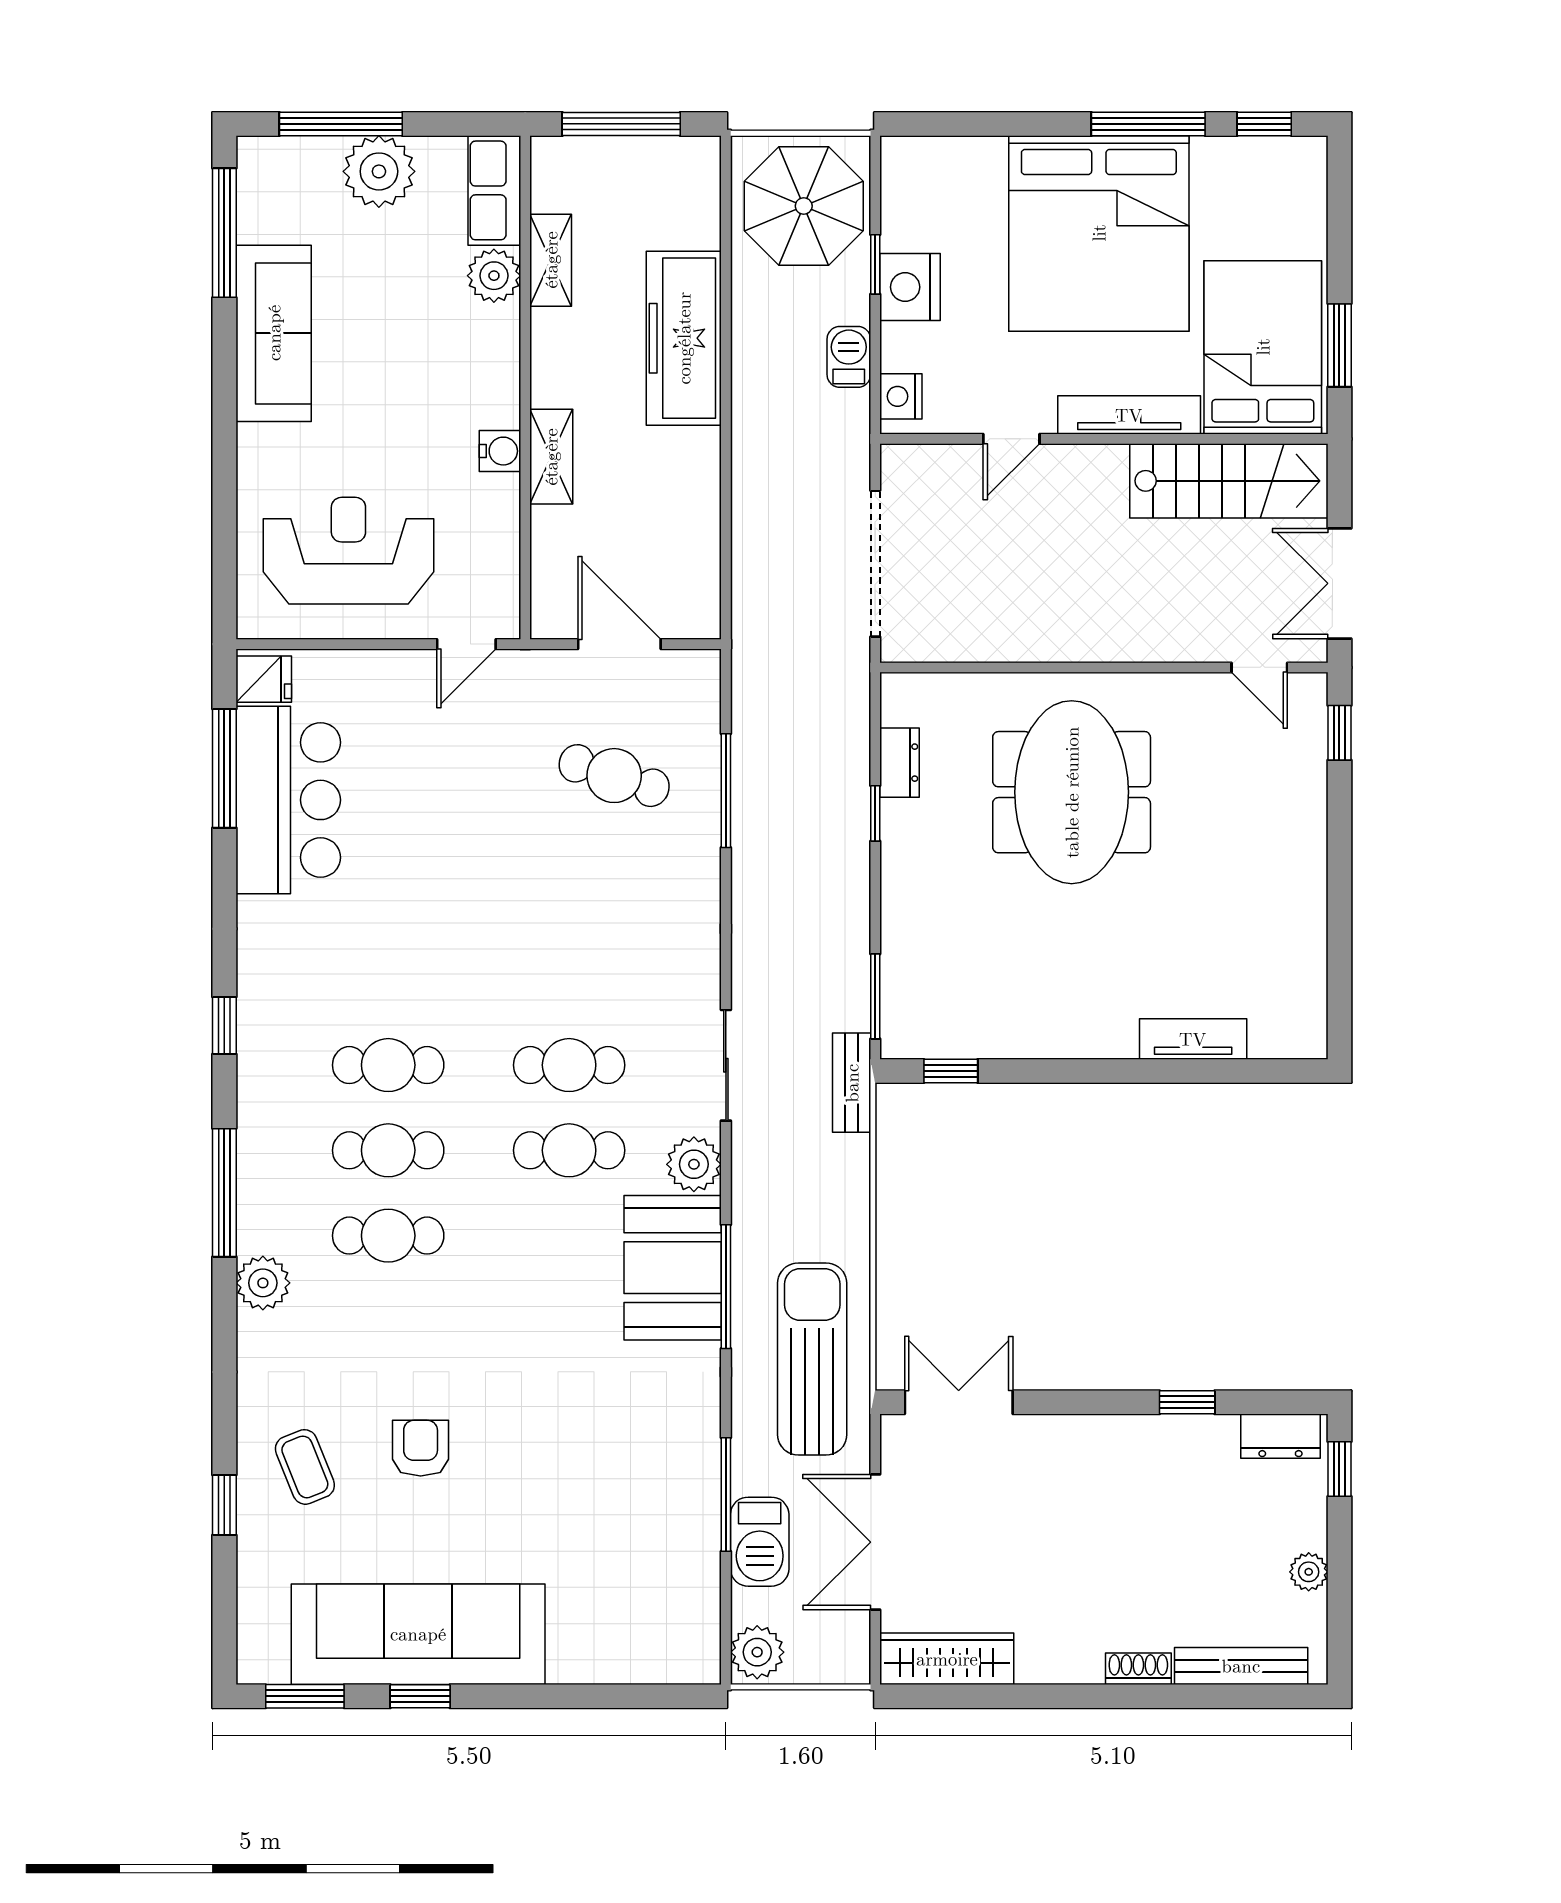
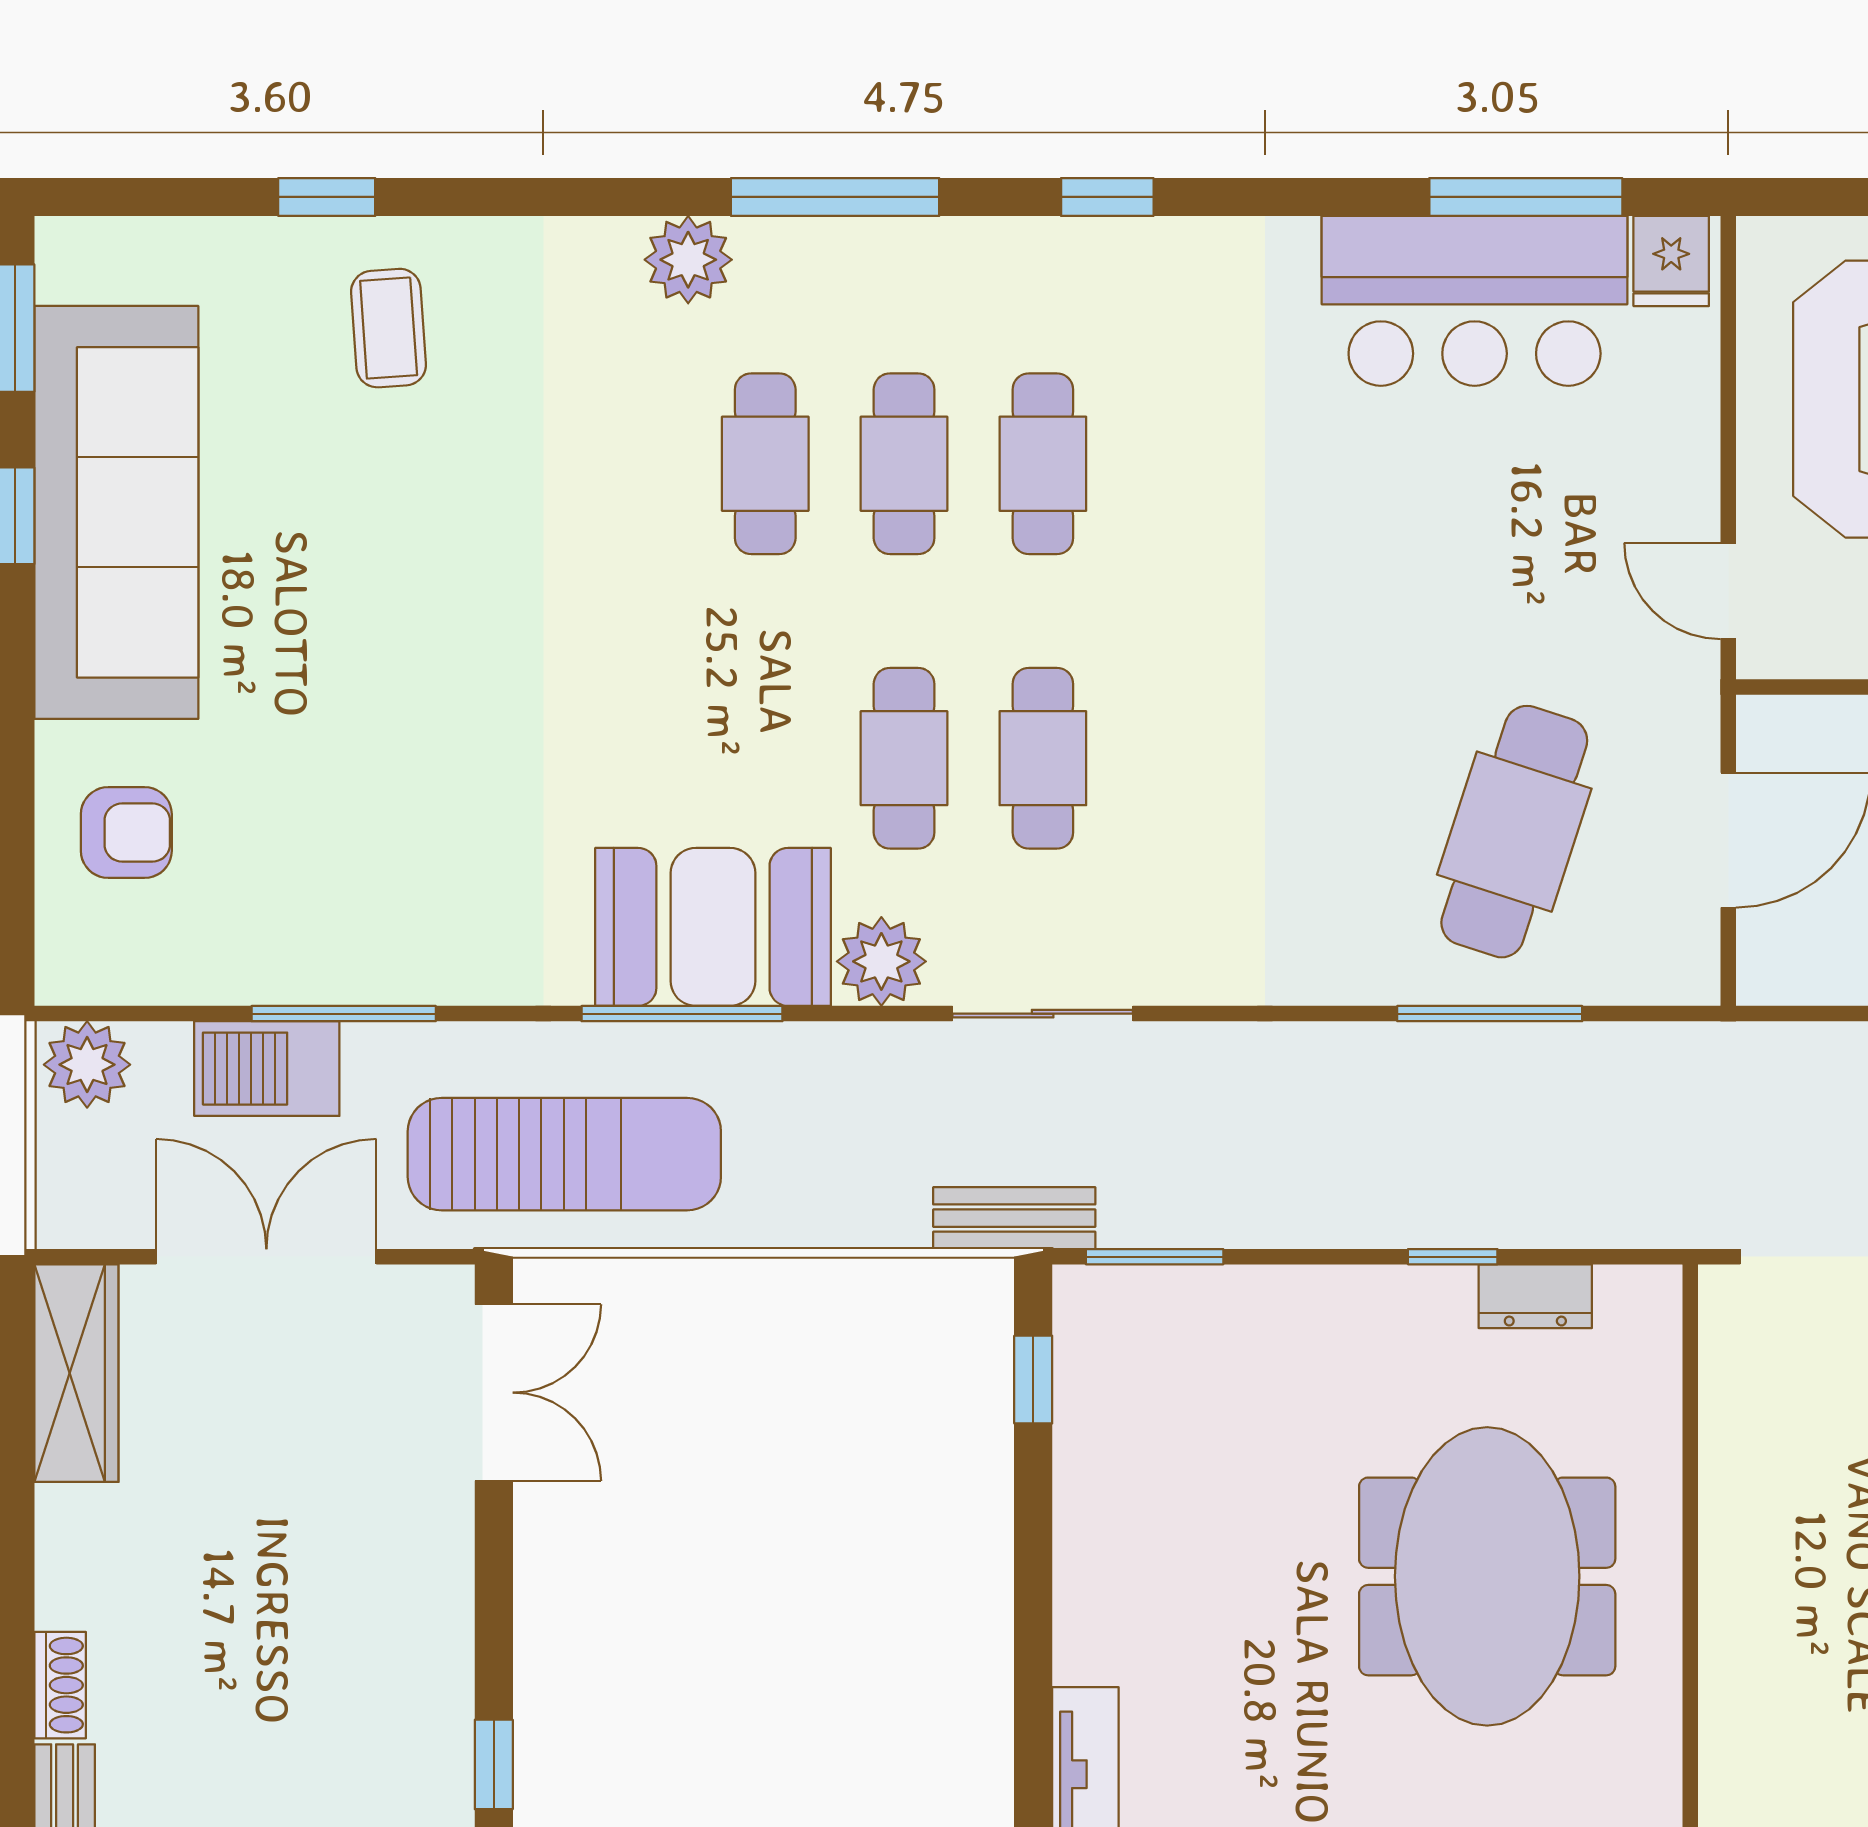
cafe table: (614, 776) -> (1514, 832), width x1.37, depth x1.35
meeting table: (1072, 792) -> (1487, 1576), turned 90
armchair: (421, 1448) -> (126, 833), moved
coffee table: (305, 1467) -> (389, 328), turned -72

